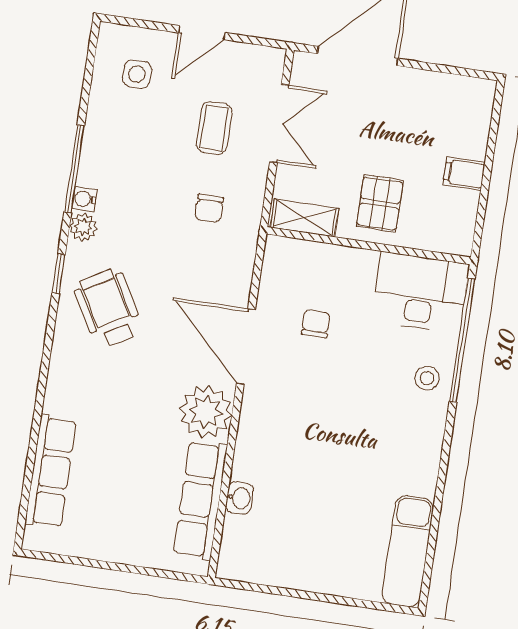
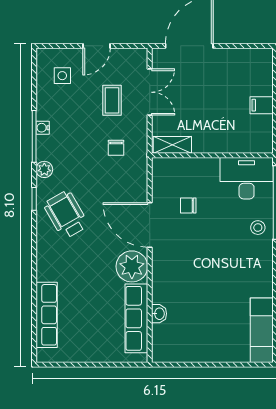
water cooler: (84, 199) -> (43, 128), moved
pallet: (380, 203) -> (215, 130), removed
chair: (316, 324) -> (188, 206), turned -90

